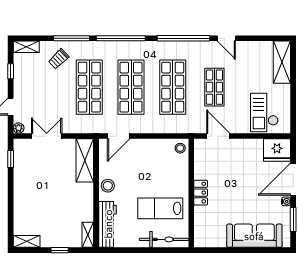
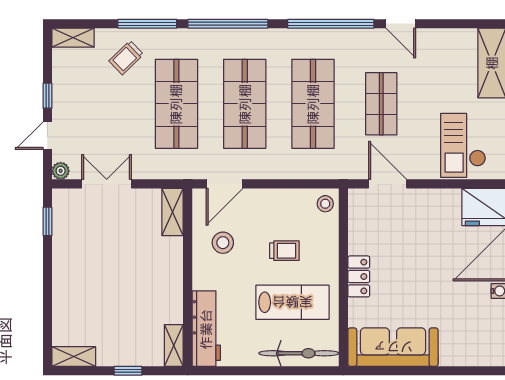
window: (11, 71) -> (47, 96), moved
shelving: (85, 160) -> (173, 212), width x0.67, depth x0.75
trolley: (155, 177) -> (284, 251), added
stool: (108, 186) -> (223, 243), moved
lab bench: (160, 208) -> (292, 302), turned 180
sofa: (254, 236) -> (393, 347), moved

